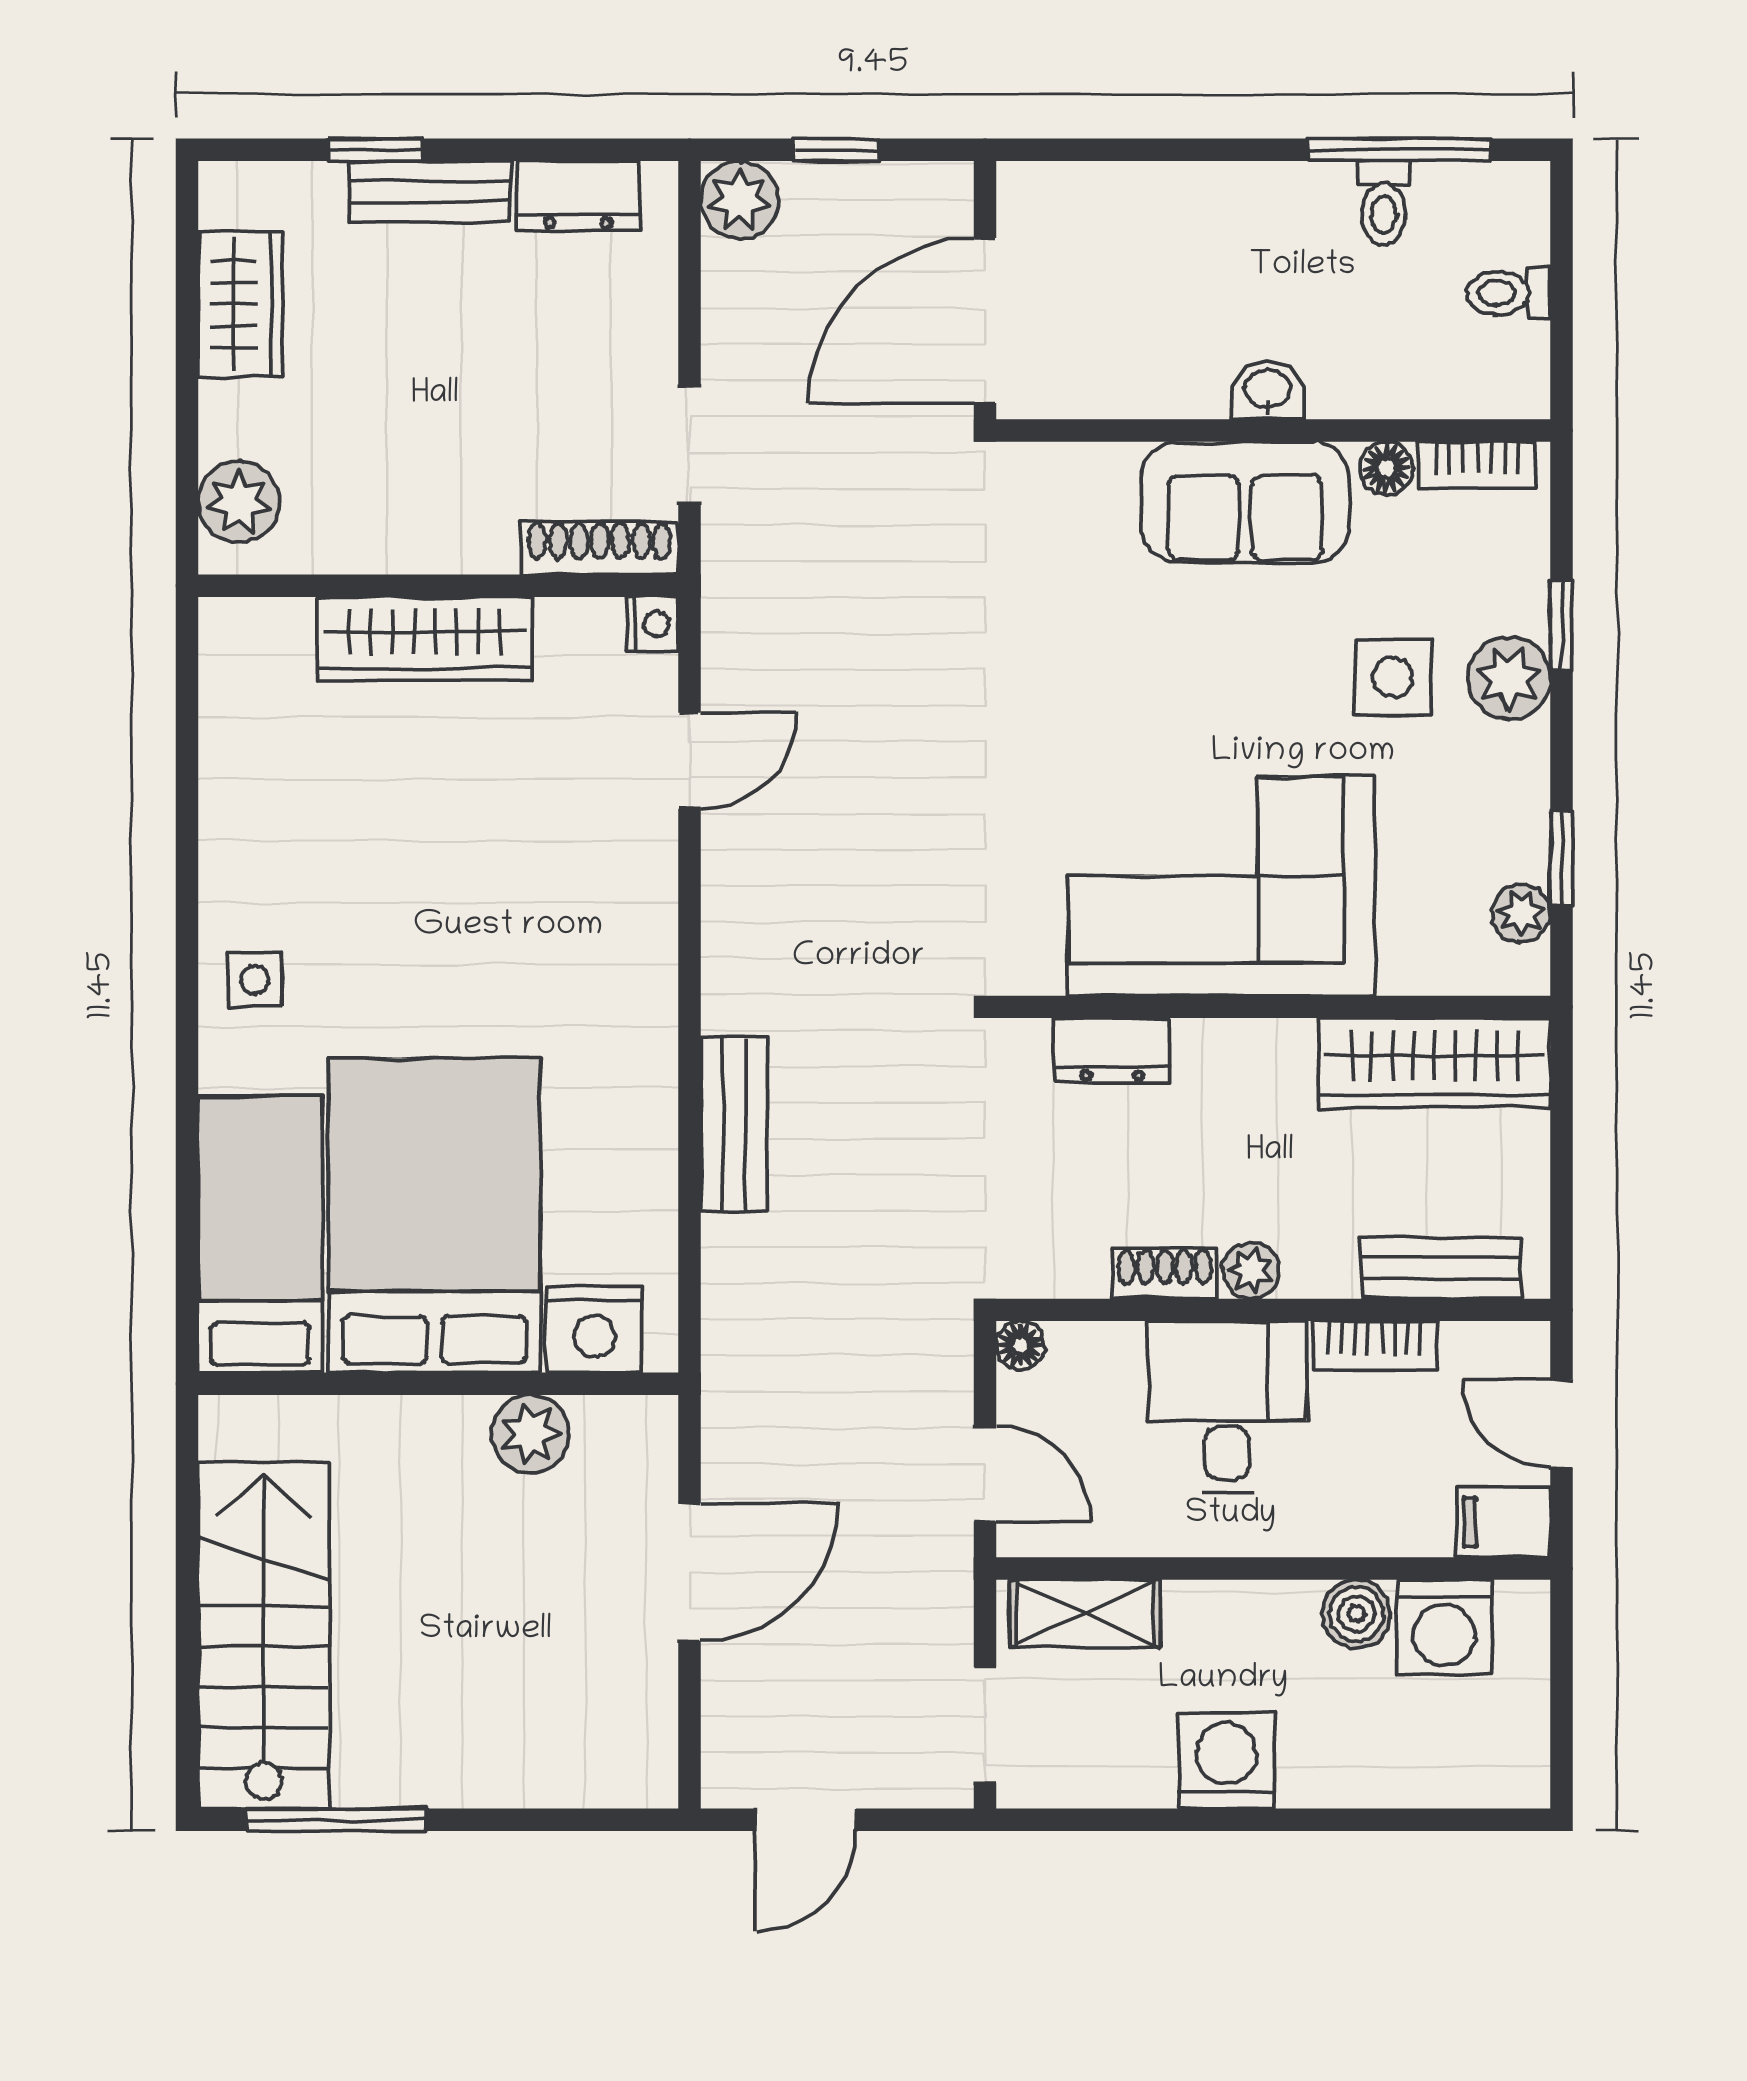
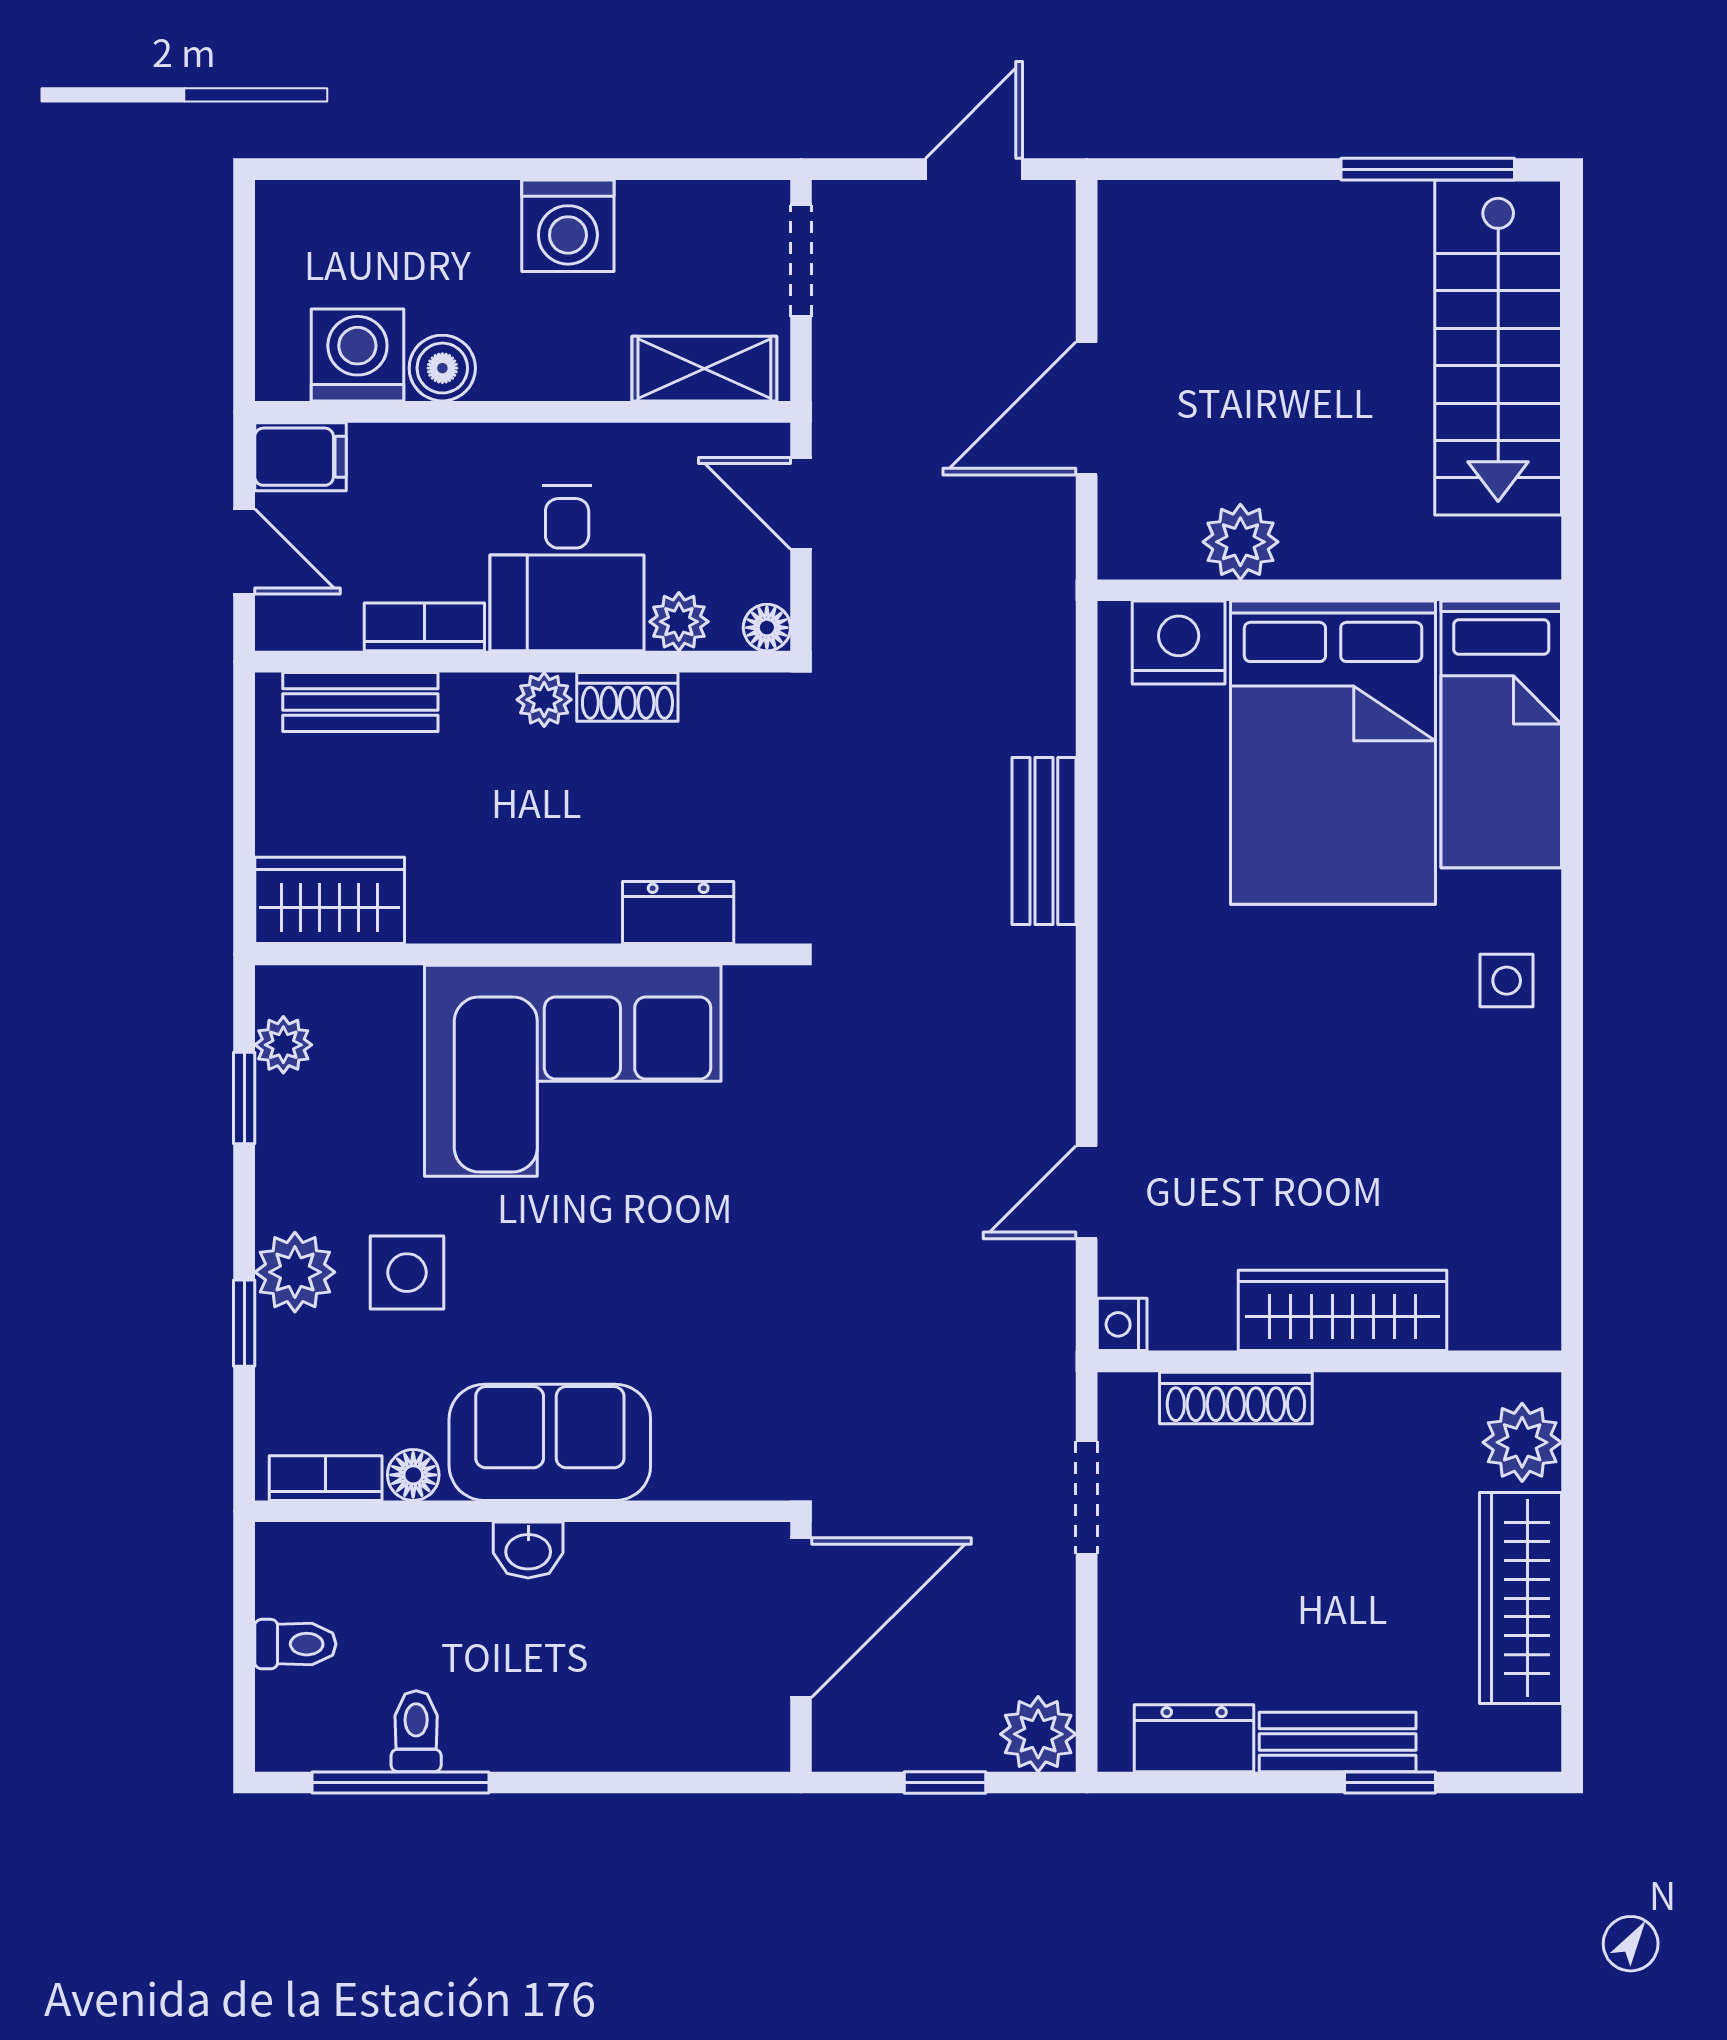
wardrobe: (240, 304) -> (1521, 1598), width x1.50
shoe rack: (600, 548) -> (1236, 1398), moved
wardrobe: (1434, 1063) -> (330, 900), width x0.67
plant: (1111, 1351) -> (679, 622), added

